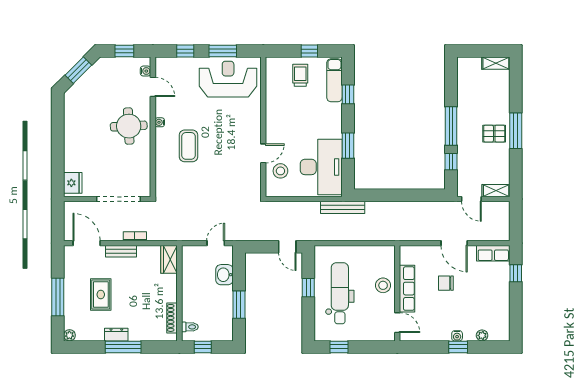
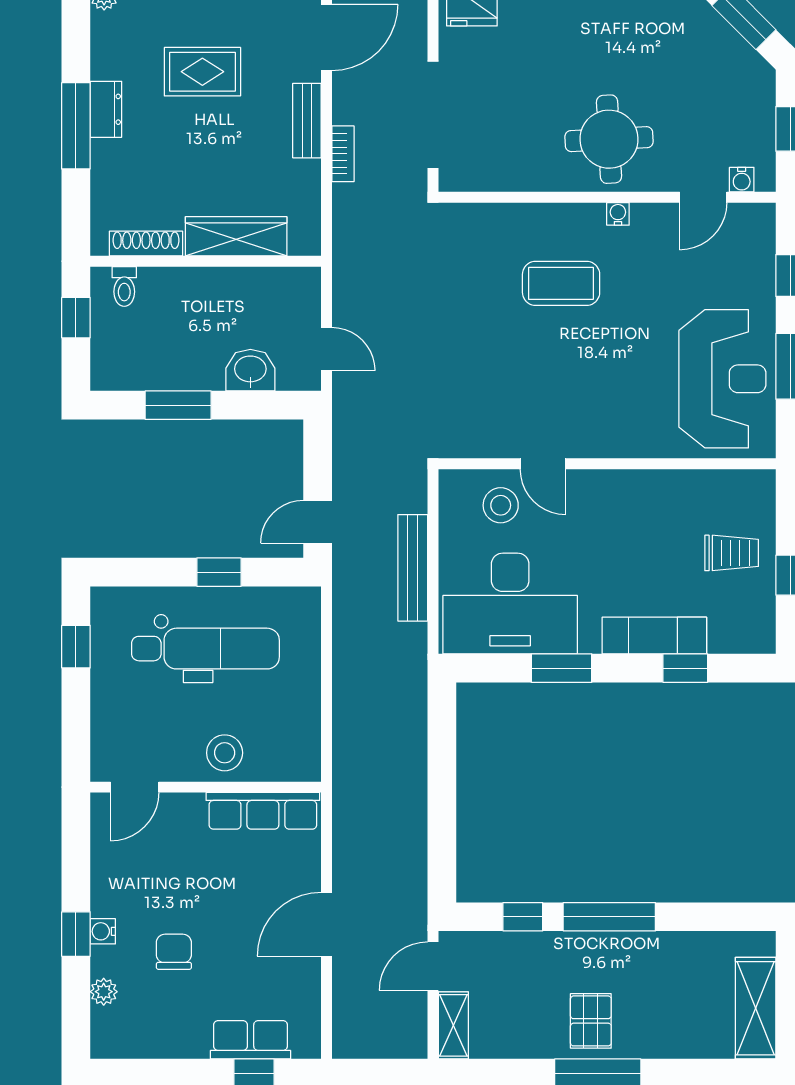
shelving: (496, 63) -> (756, 1008), width x1.50, depth x1.33
exam couch: (334, 80) -> (654, 636), moved
bench: (343, 207) -> (413, 568), moved
row of seats: (493, 253) -> (251, 1040), moved, turned 90
wardrobe: (169, 259) -> (236, 236), moved, width x1.50
chair: (446, 283) -> (174, 952), moved
row of seats: (407, 289) -> (263, 811), moved

